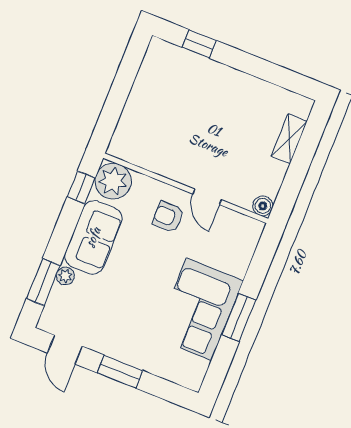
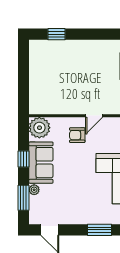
window: (81, 187) -> (23, 159), moved
door: (207, 197) -> (94, 116), hinge flipped
window: (120, 372) -> (100, 230), moved

